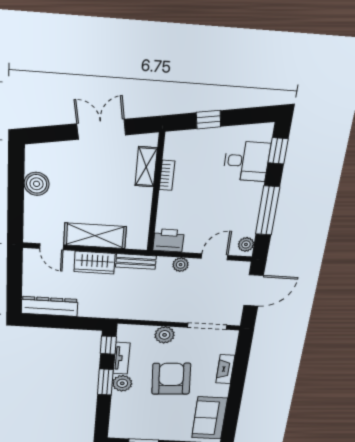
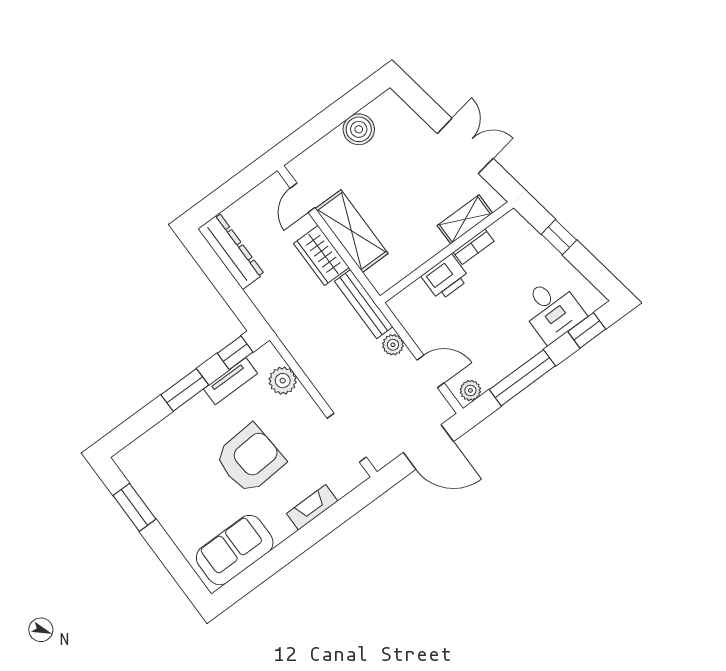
printer: (168, 240) -> (445, 277), moved, turned 90
bench: (136, 262) -> (364, 304), width x1.36
plant: (165, 335) -> (283, 381), moved
plant: (122, 383) -> (199, 410), removed

